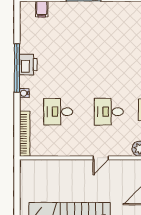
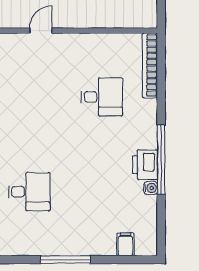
water cooler: (24, 93) -> (151, 188), moved
desk: (109, 112) -> (29, 192), moved

